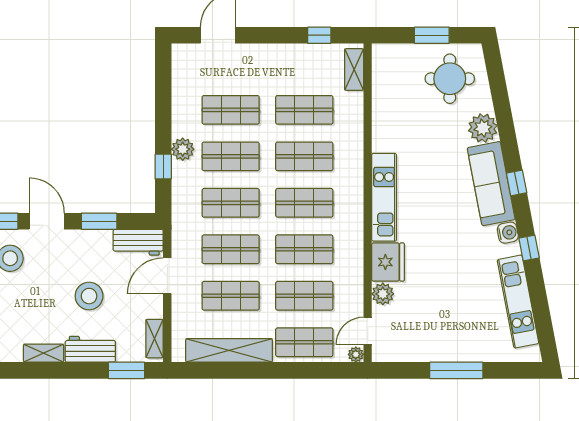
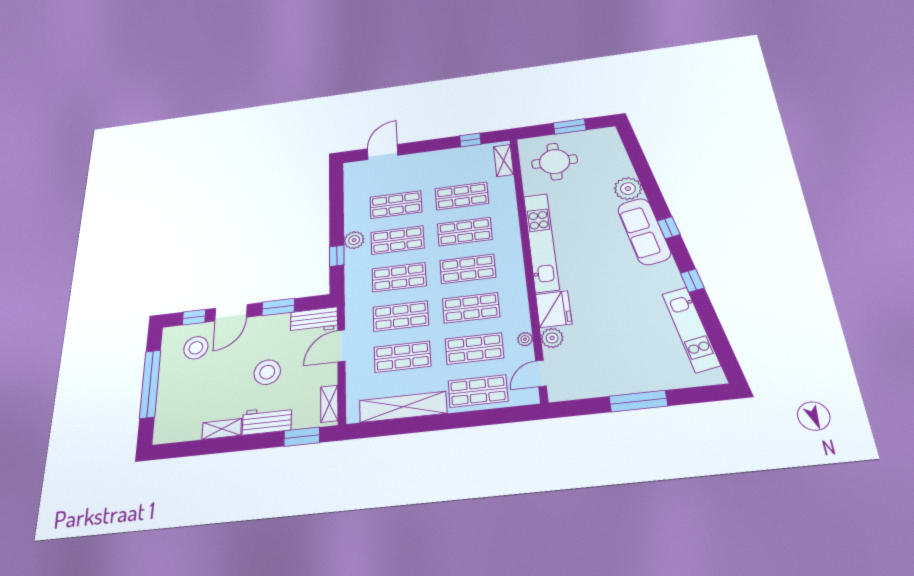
round table: (450, 79) -> (555, 162), moved
kitchen unit: (384, 197) -> (541, 242), width x1.36
door: (47, 221) -> (231, 313), swing flipped
water cooler: (508, 233) -> (668, 270), removed
plant: (356, 354) -> (525, 339), moved

